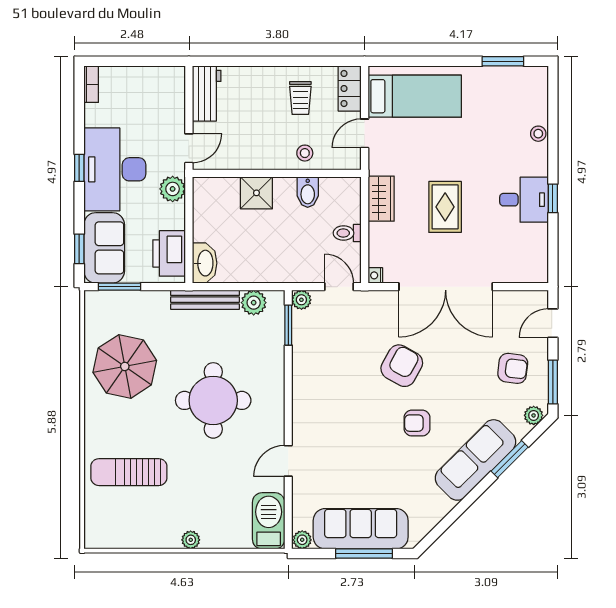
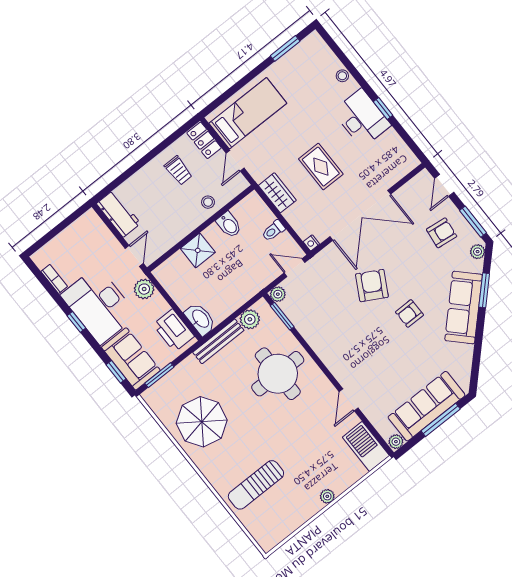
bookcase: (91, 84) -> (54, 279), moved
desk: (524, 200) -> (362, 118), width x1.37
round table: (213, 400) -> (278, 374), moved

